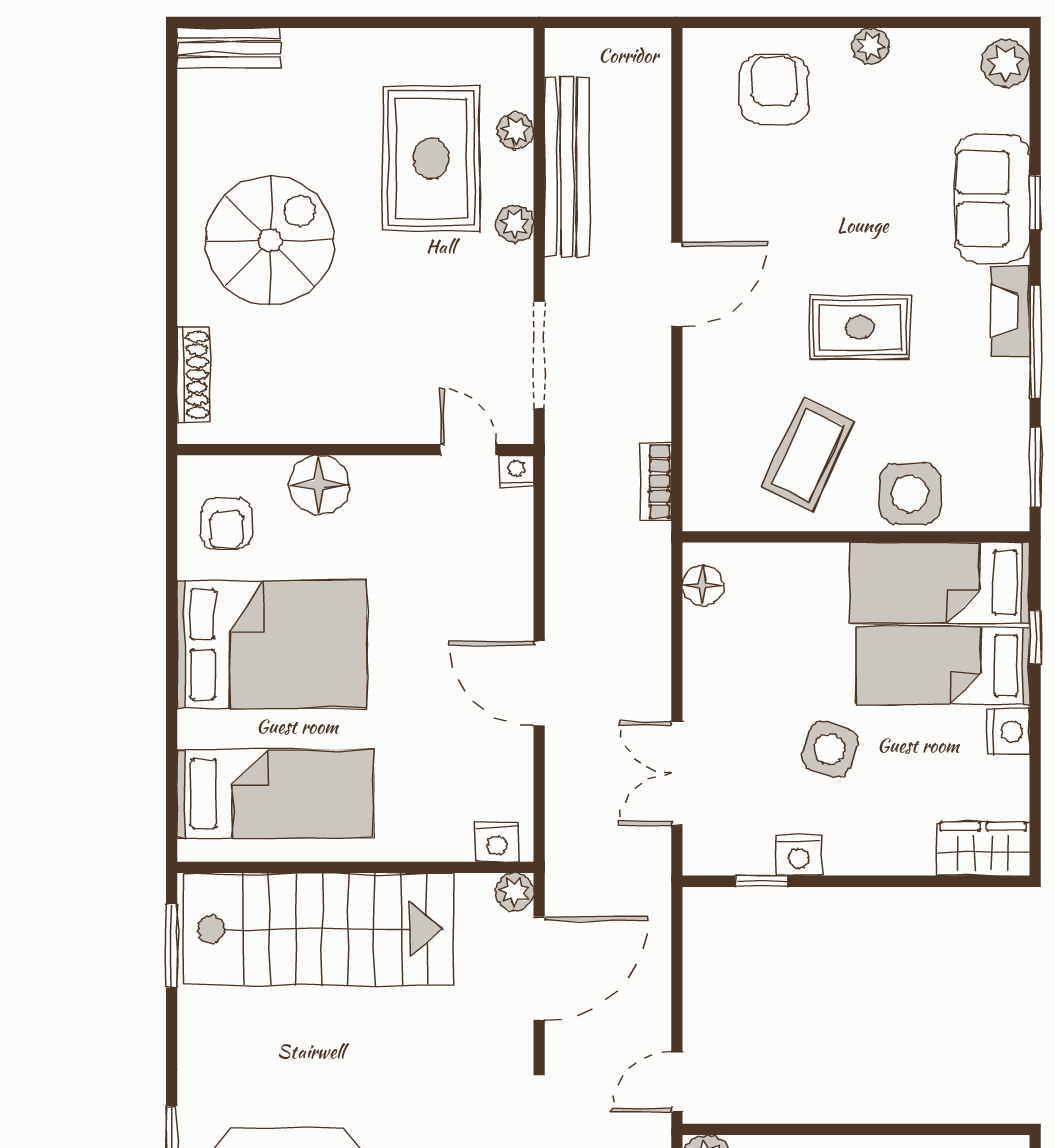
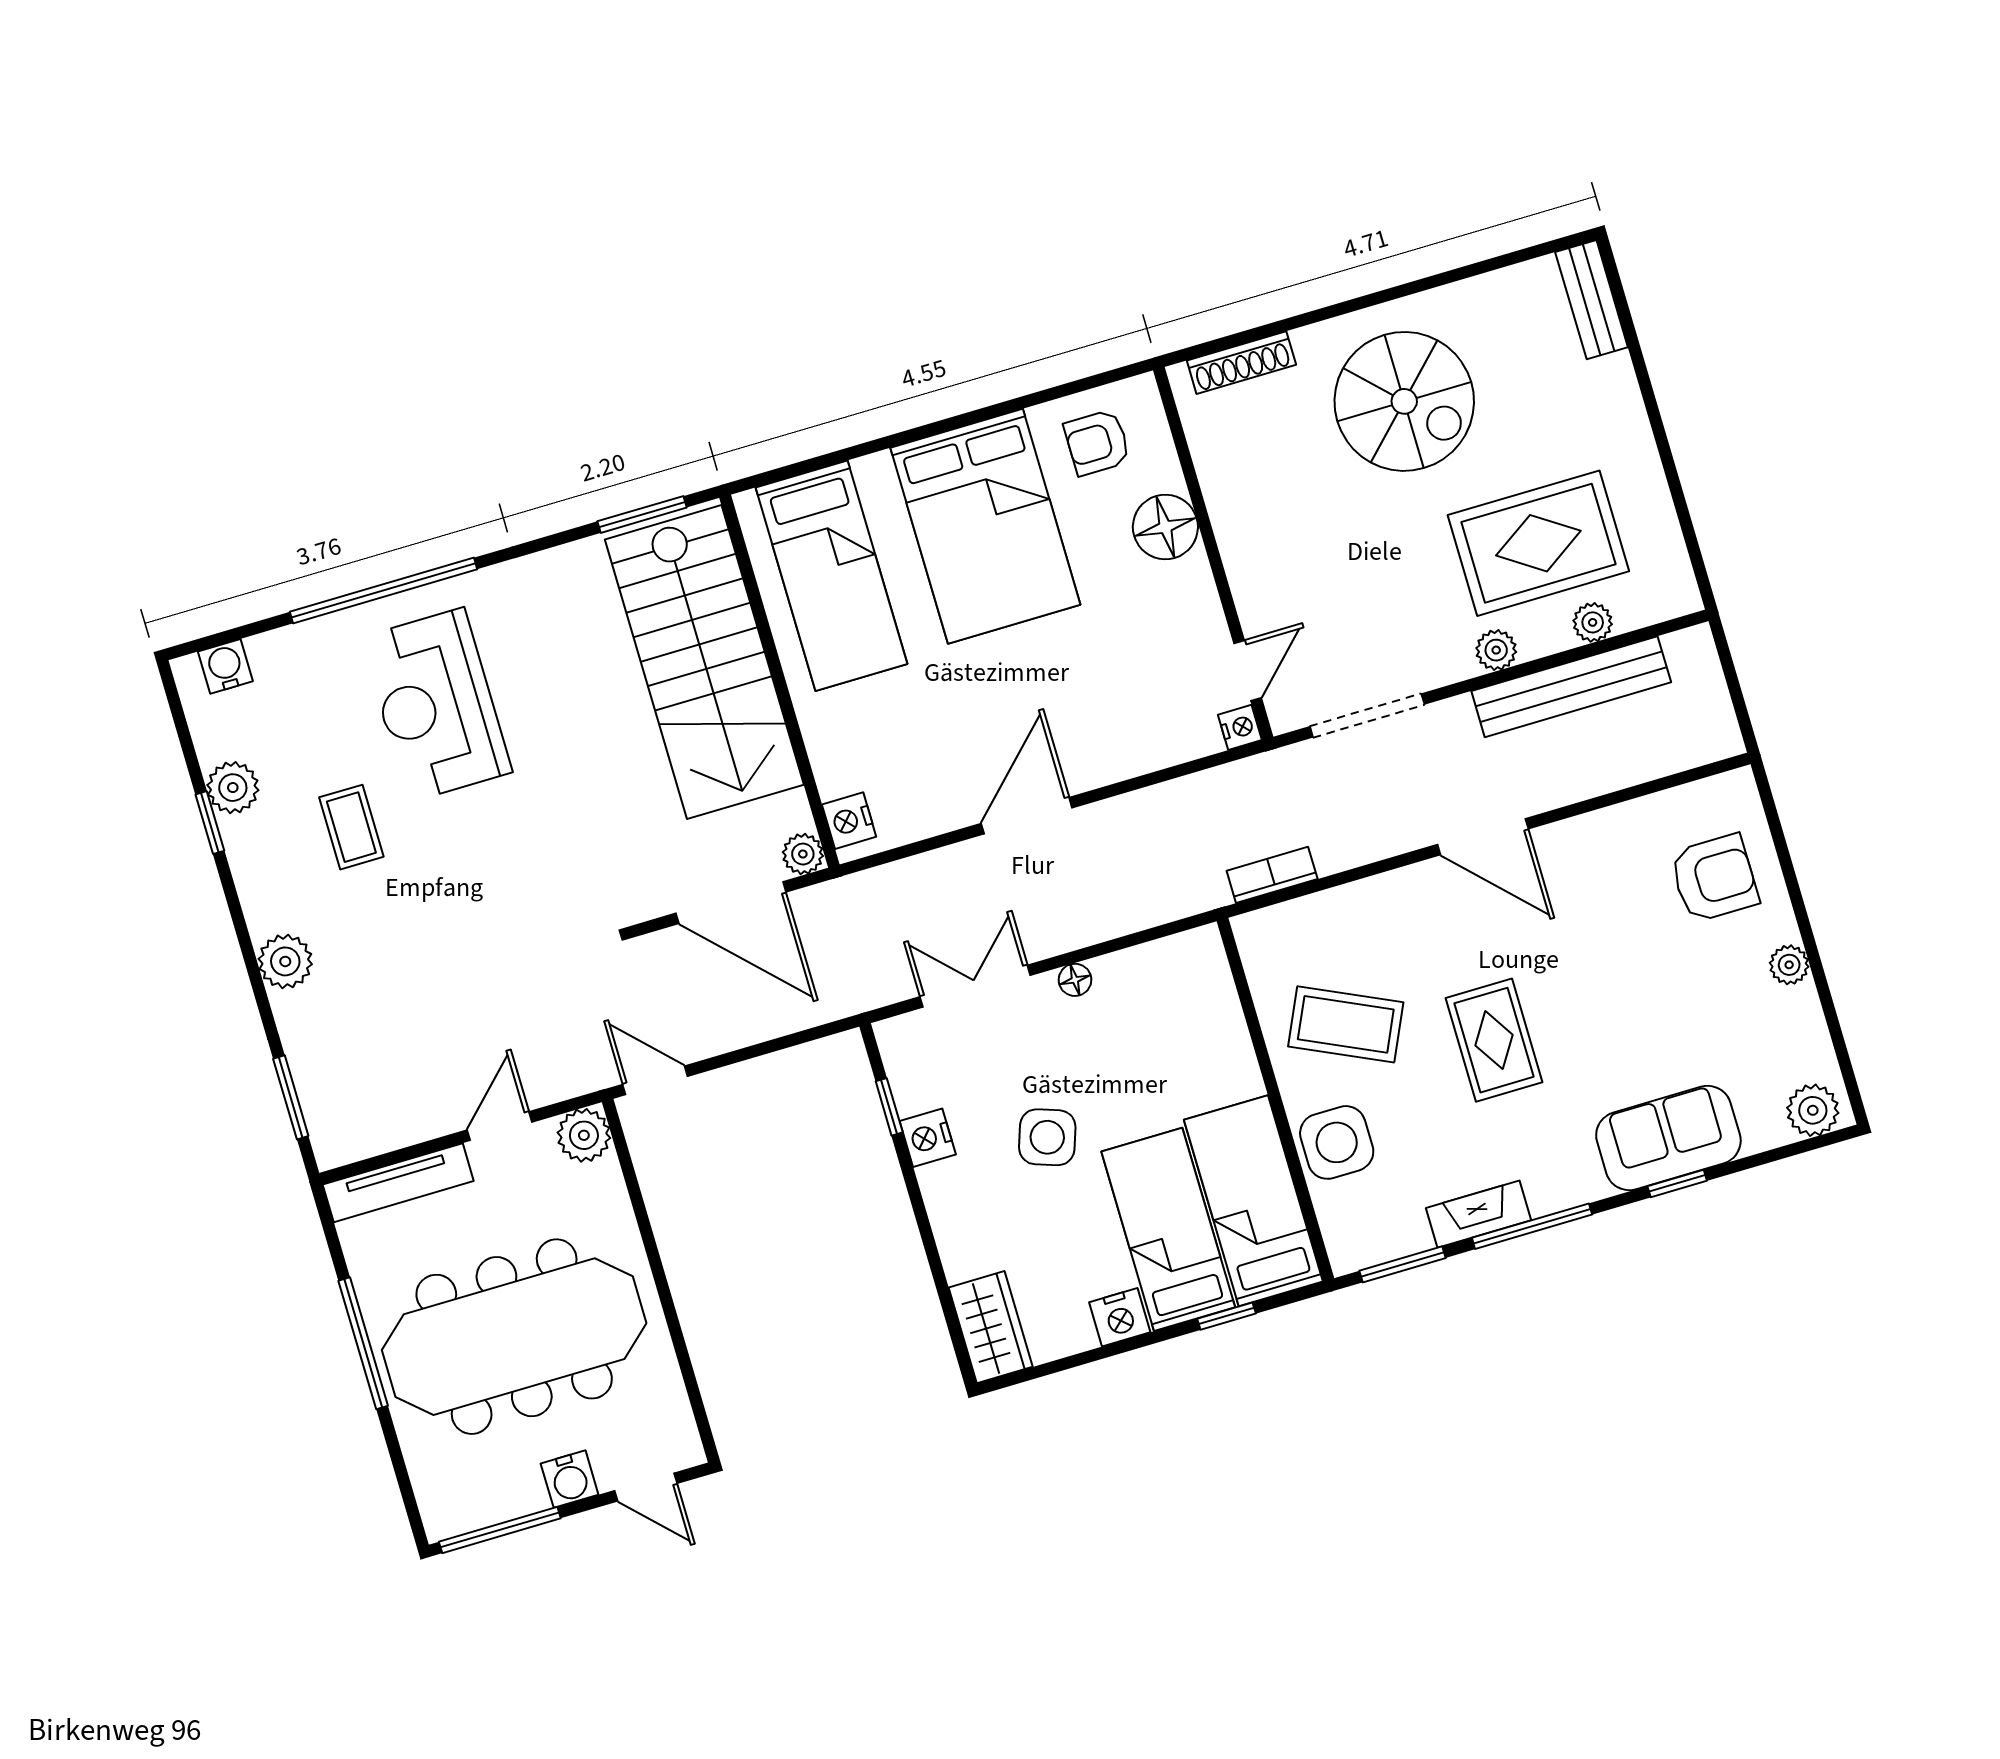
fireplace: (1010, 311) -> (1478, 1214), moved
floor lamp: (703, 586) -> (1075, 980), moved, width x0.73, depth x0.73

